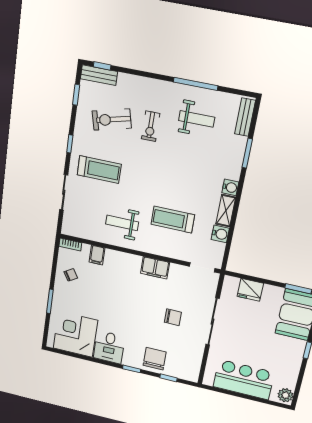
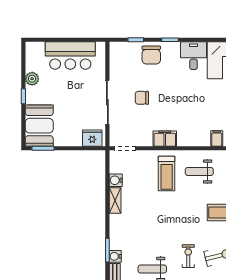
water cooler: (230, 187) -> (115, 256), moved
treadmill: (173, 220) -> (167, 173), moved, turned 90
weight bench: (122, 223) -> (199, 171), turned 180
fridge: (250, 290) -> (92, 138), moved
plant: (285, 395) -> (32, 79), moved

